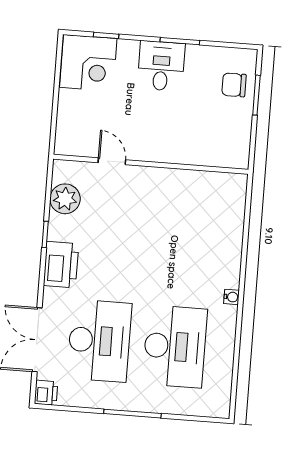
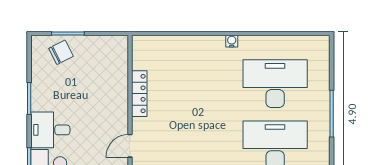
desk: (161, 66) -> (50, 130), moved
chair: (234, 85) -> (61, 52), turned -117
locker: (175, 178) -> (139, 94), added

